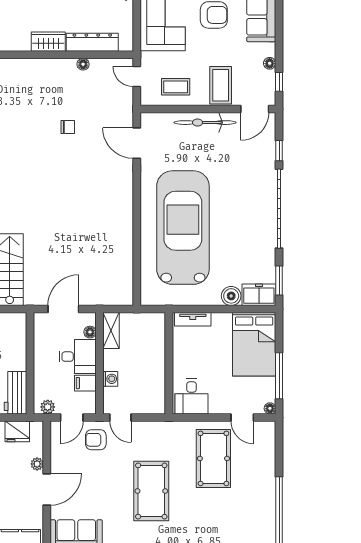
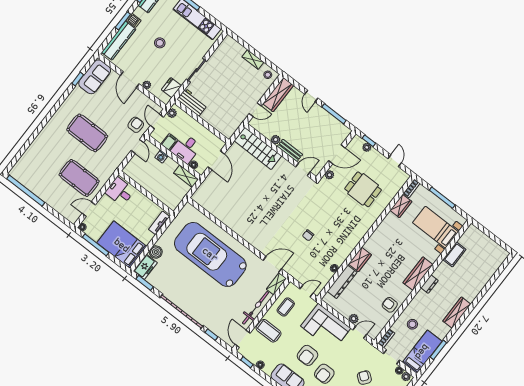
shelving: (156, 120) -> (276, 284), added
car: (183, 228) -> (210, 254), turned 180
door: (120, 417) -> (137, 146), swing flipped

